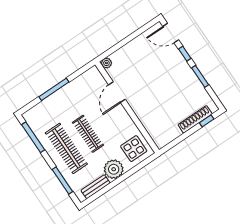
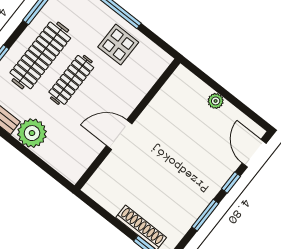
plant: (106, 63) -> (216, 101), moved
door: (117, 92) -> (119, 135), moved
display table: (134, 149) -> (118, 45), moved

